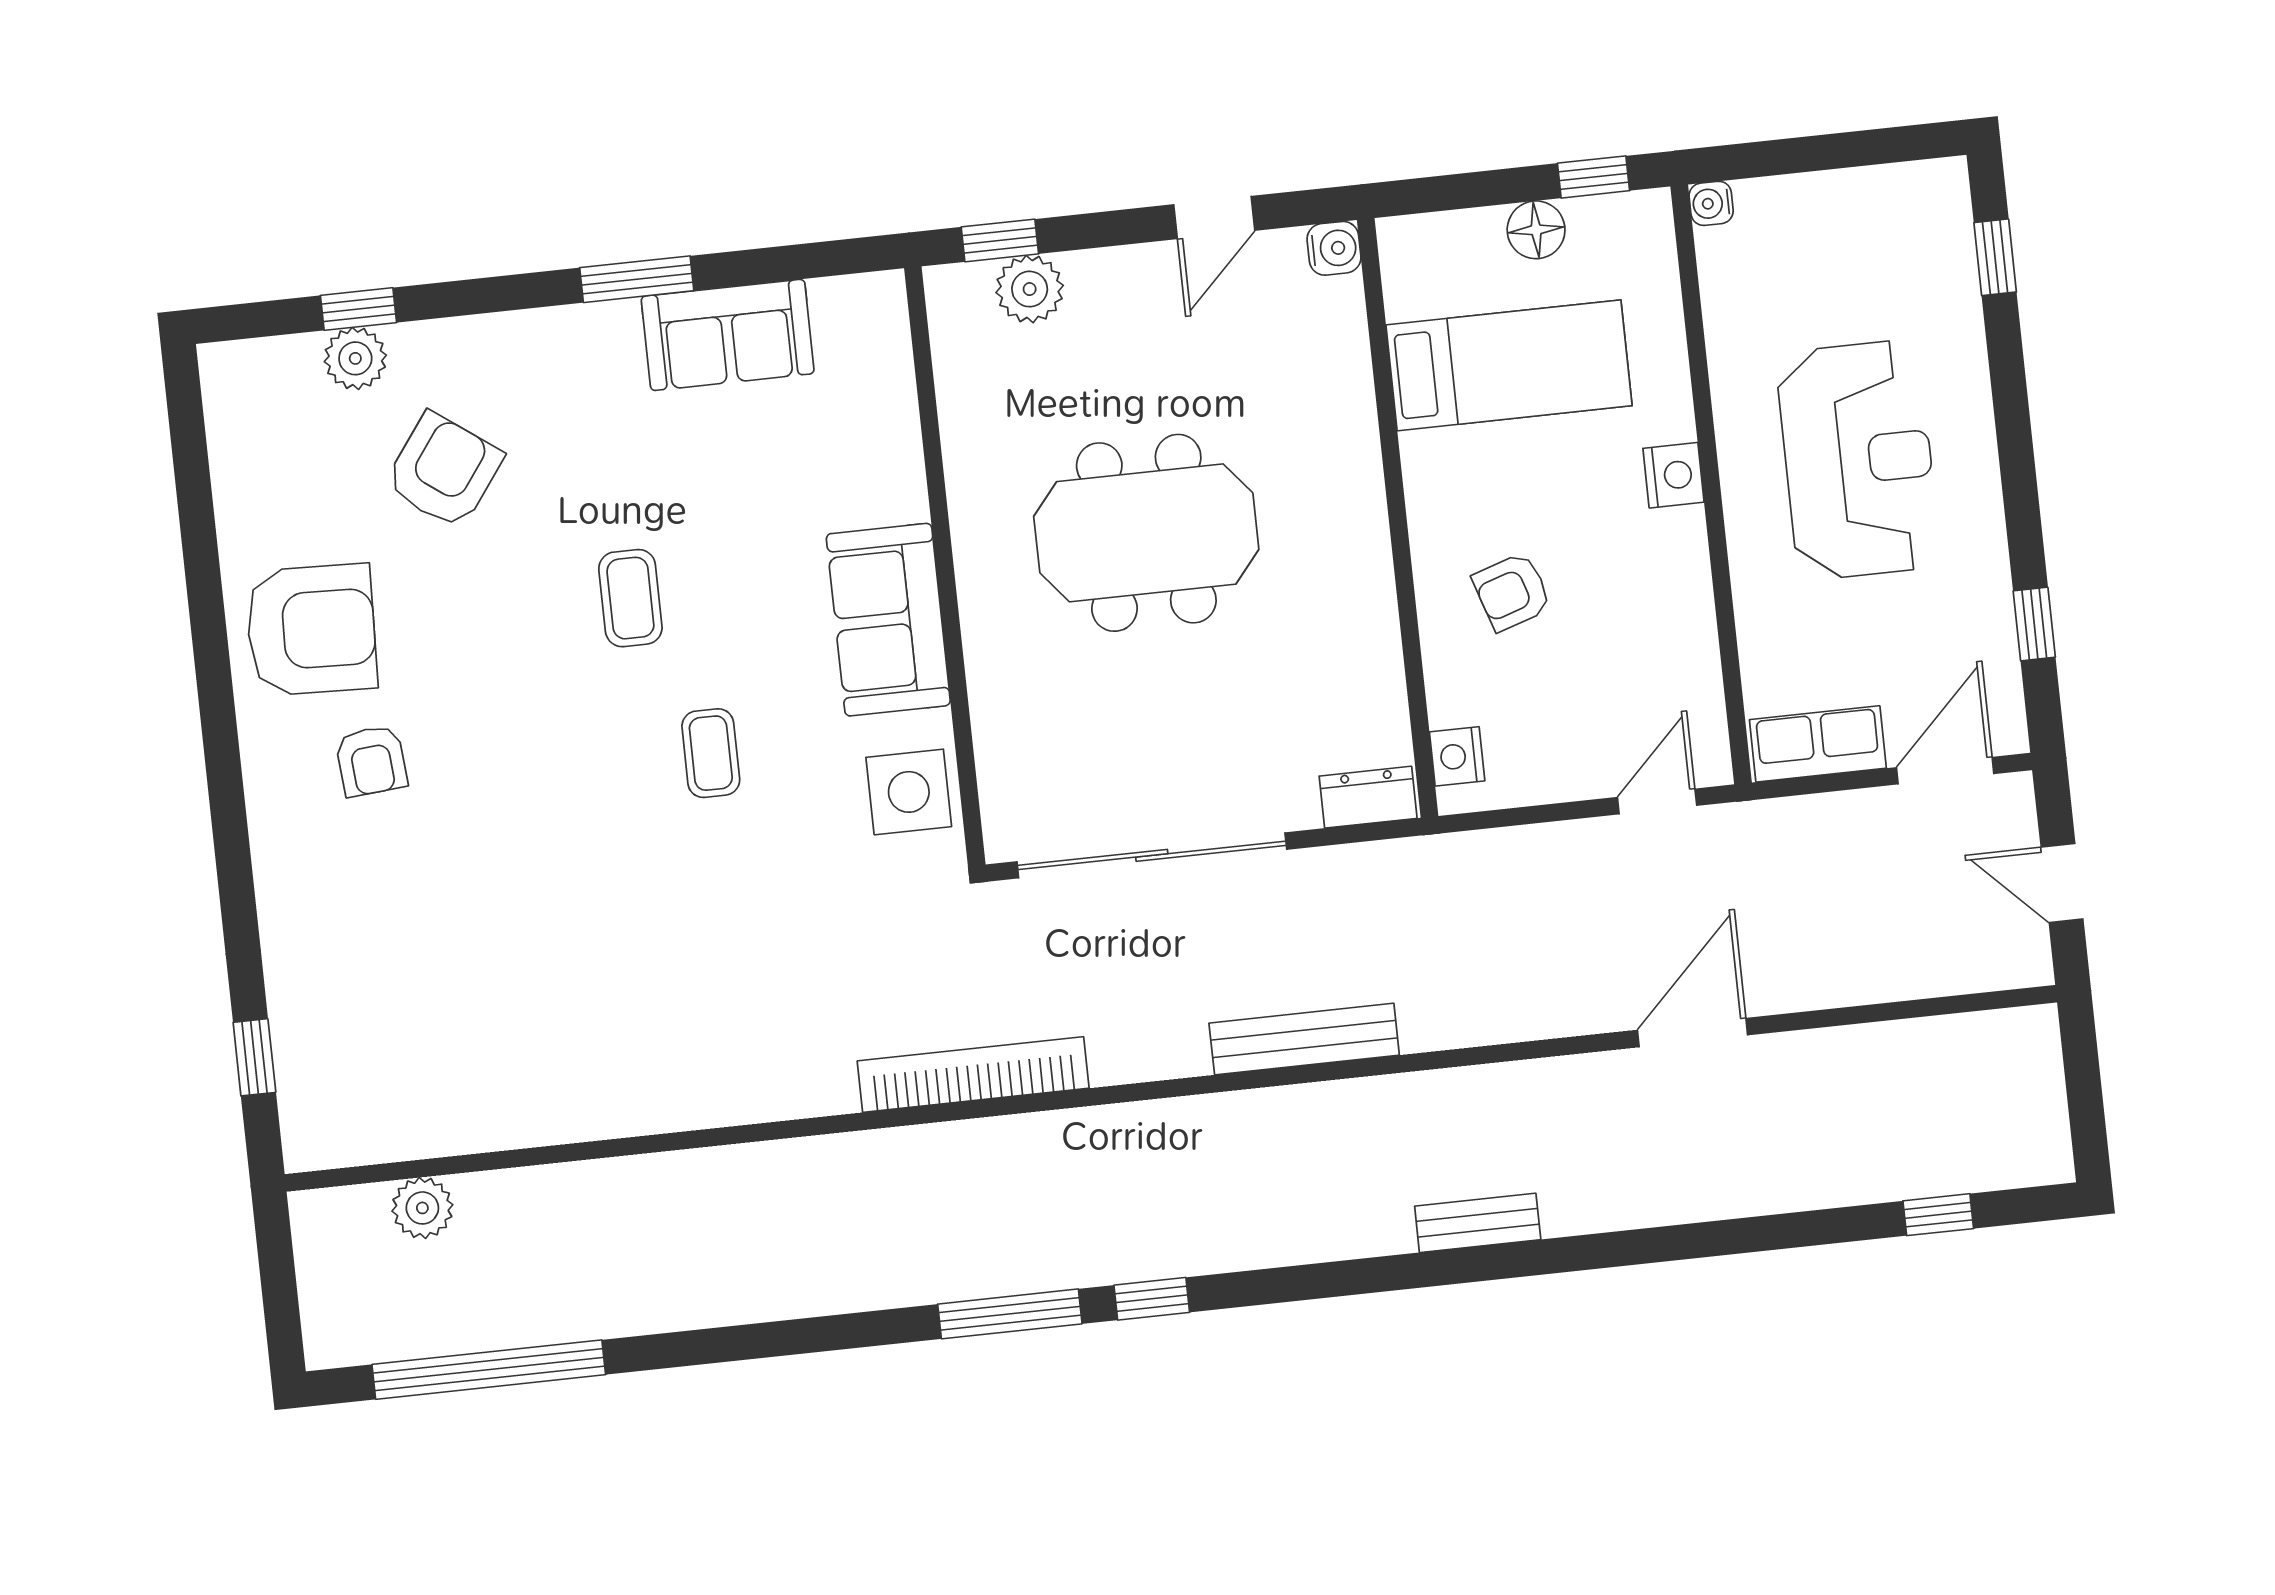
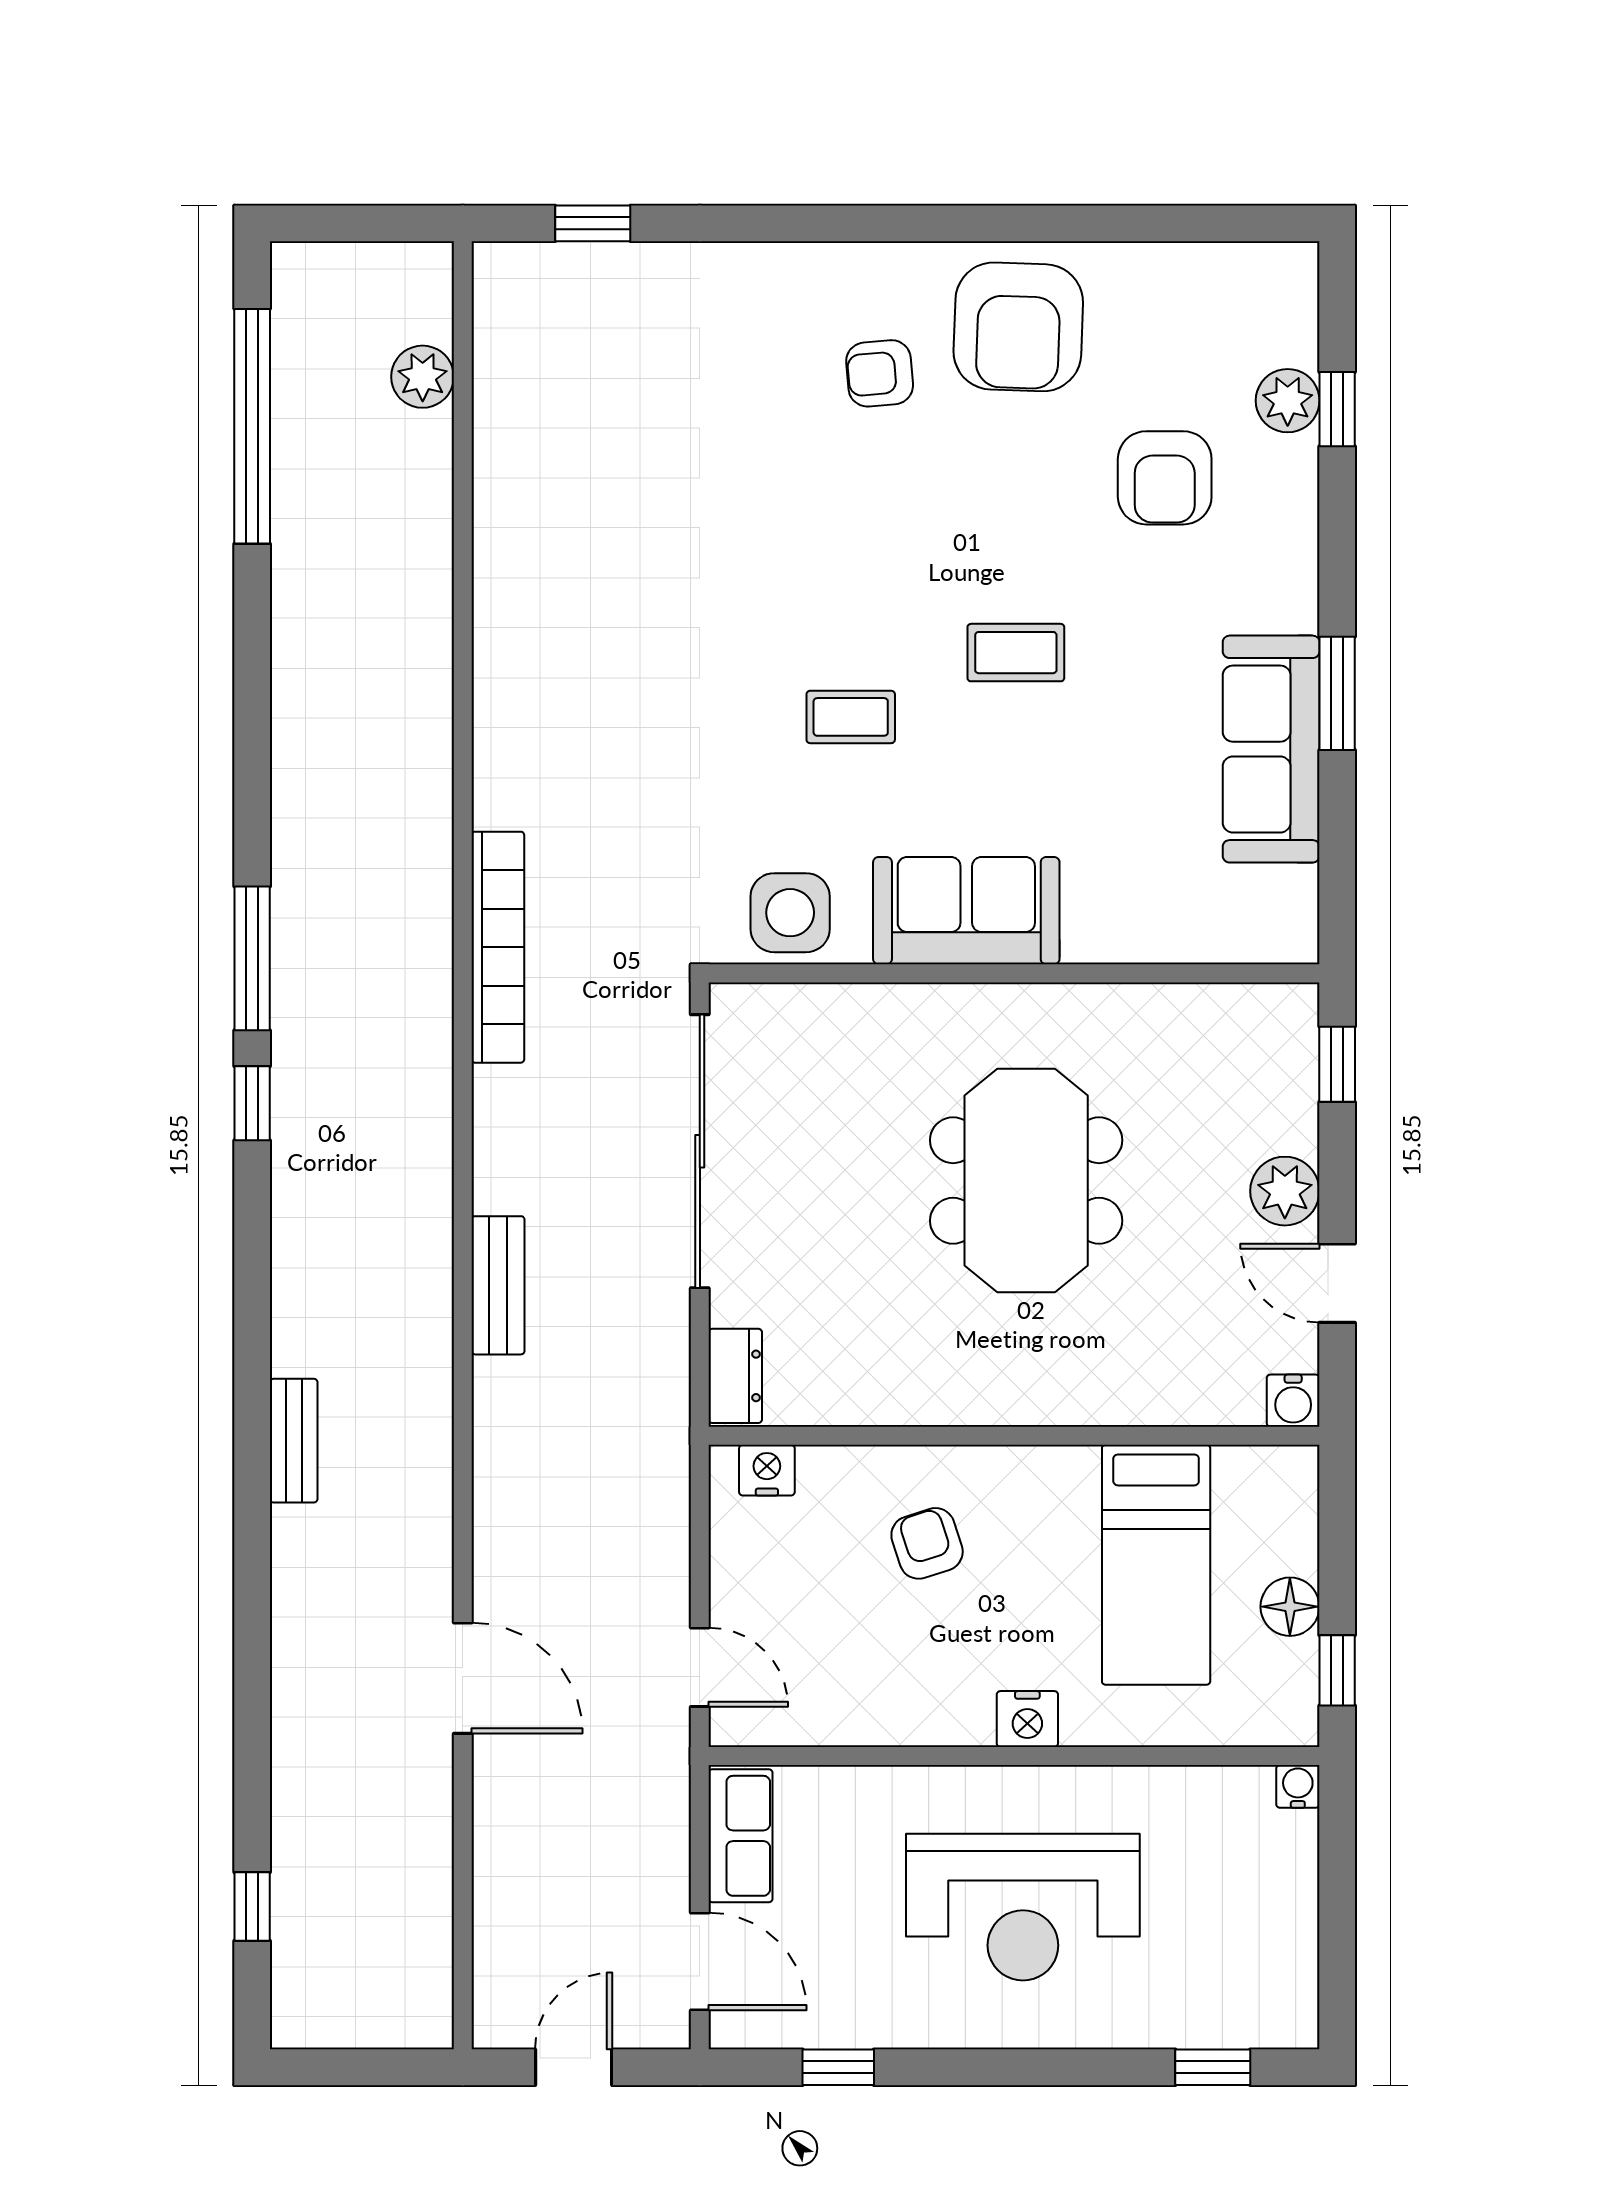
plant: (1030, 289) -> (1285, 1191), moved
sofa: (728, 335) -> (1271, 749), width x1.36
armchair: (444, 471) -> (1165, 478), turned 54
bench: (1304, 1039) -> (498, 1285), width x0.73

